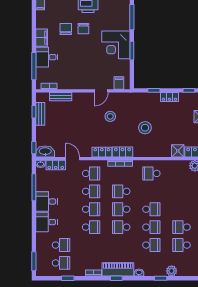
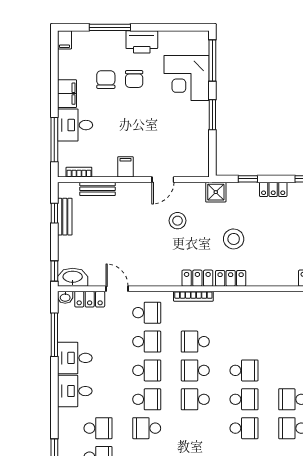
corner desk: (116, 45) -> (187, 78), moved
filing cabinet: (119, 83) -> (125, 167), moved
shower: (178, 151) -> (216, 192), moved
locker: (102, 152) -> (231, 278), moved
school desk: (151, 173) -> (147, 428), moved

